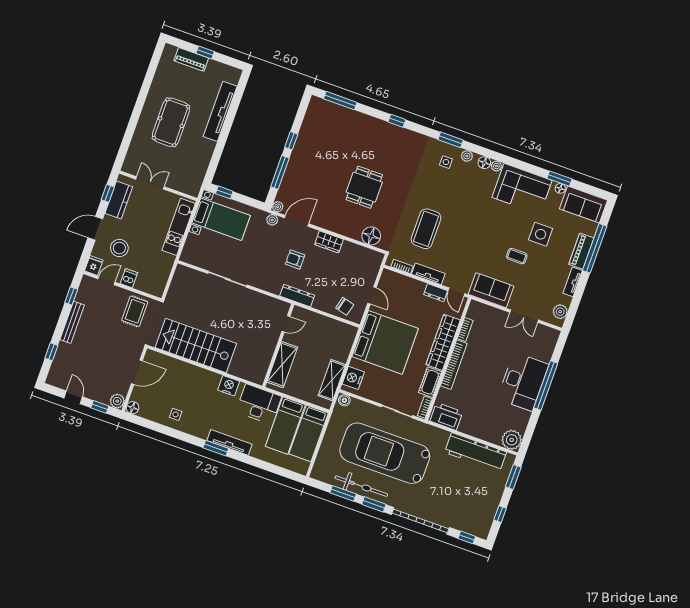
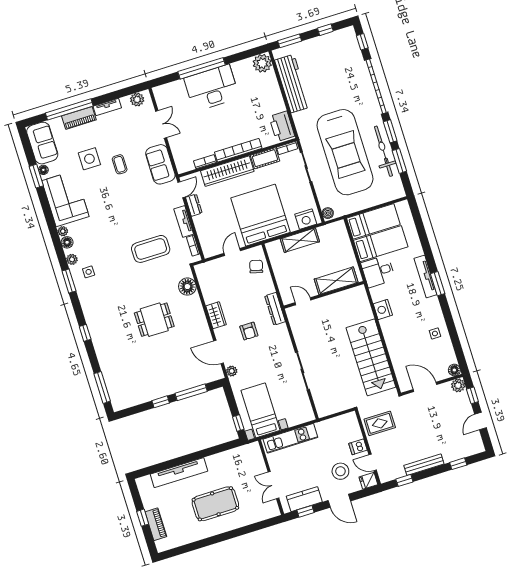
plant: (278, 207) -> (219, 374), removed
shelving: (332, 380) -> (300, 240), moved
desk: (259, 404) -> (378, 271), width x0.73

